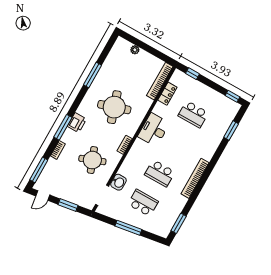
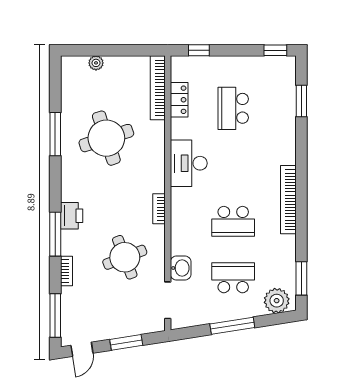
round table: (114, 107) -> (106, 138), moved
school desk: (193, 114) -> (233, 108), turned 90
plant: (159, 228) -> (277, 301), added

